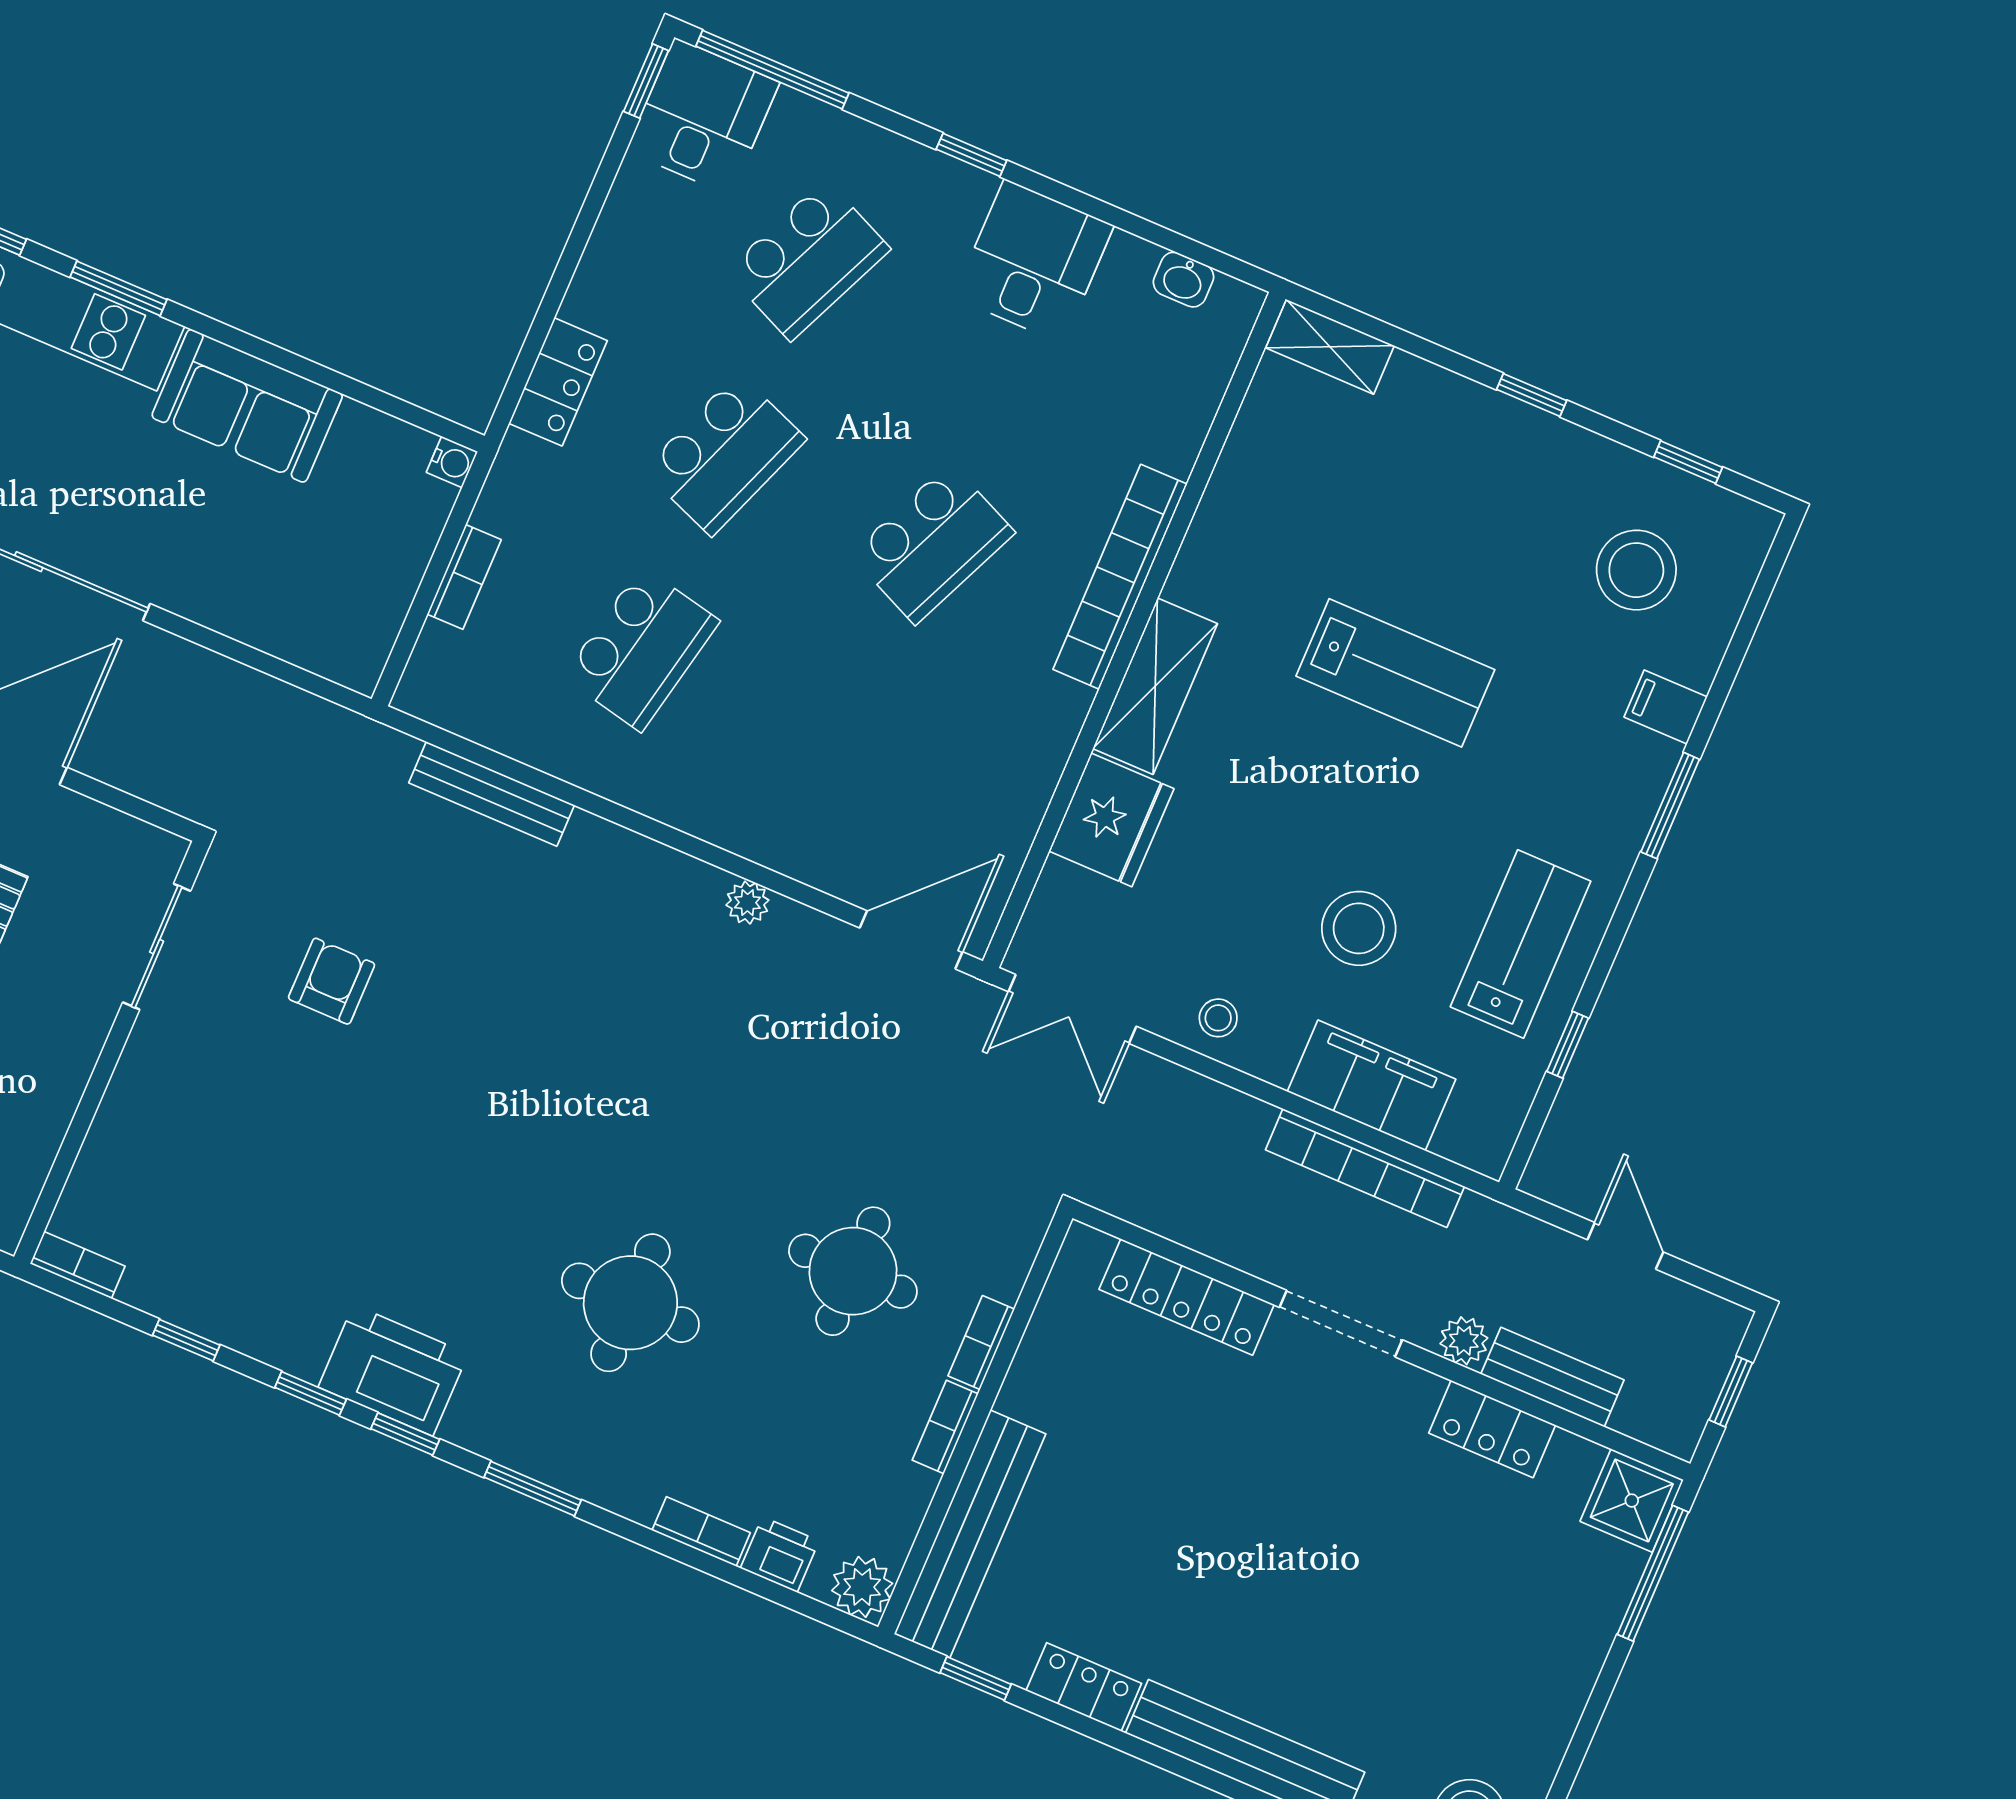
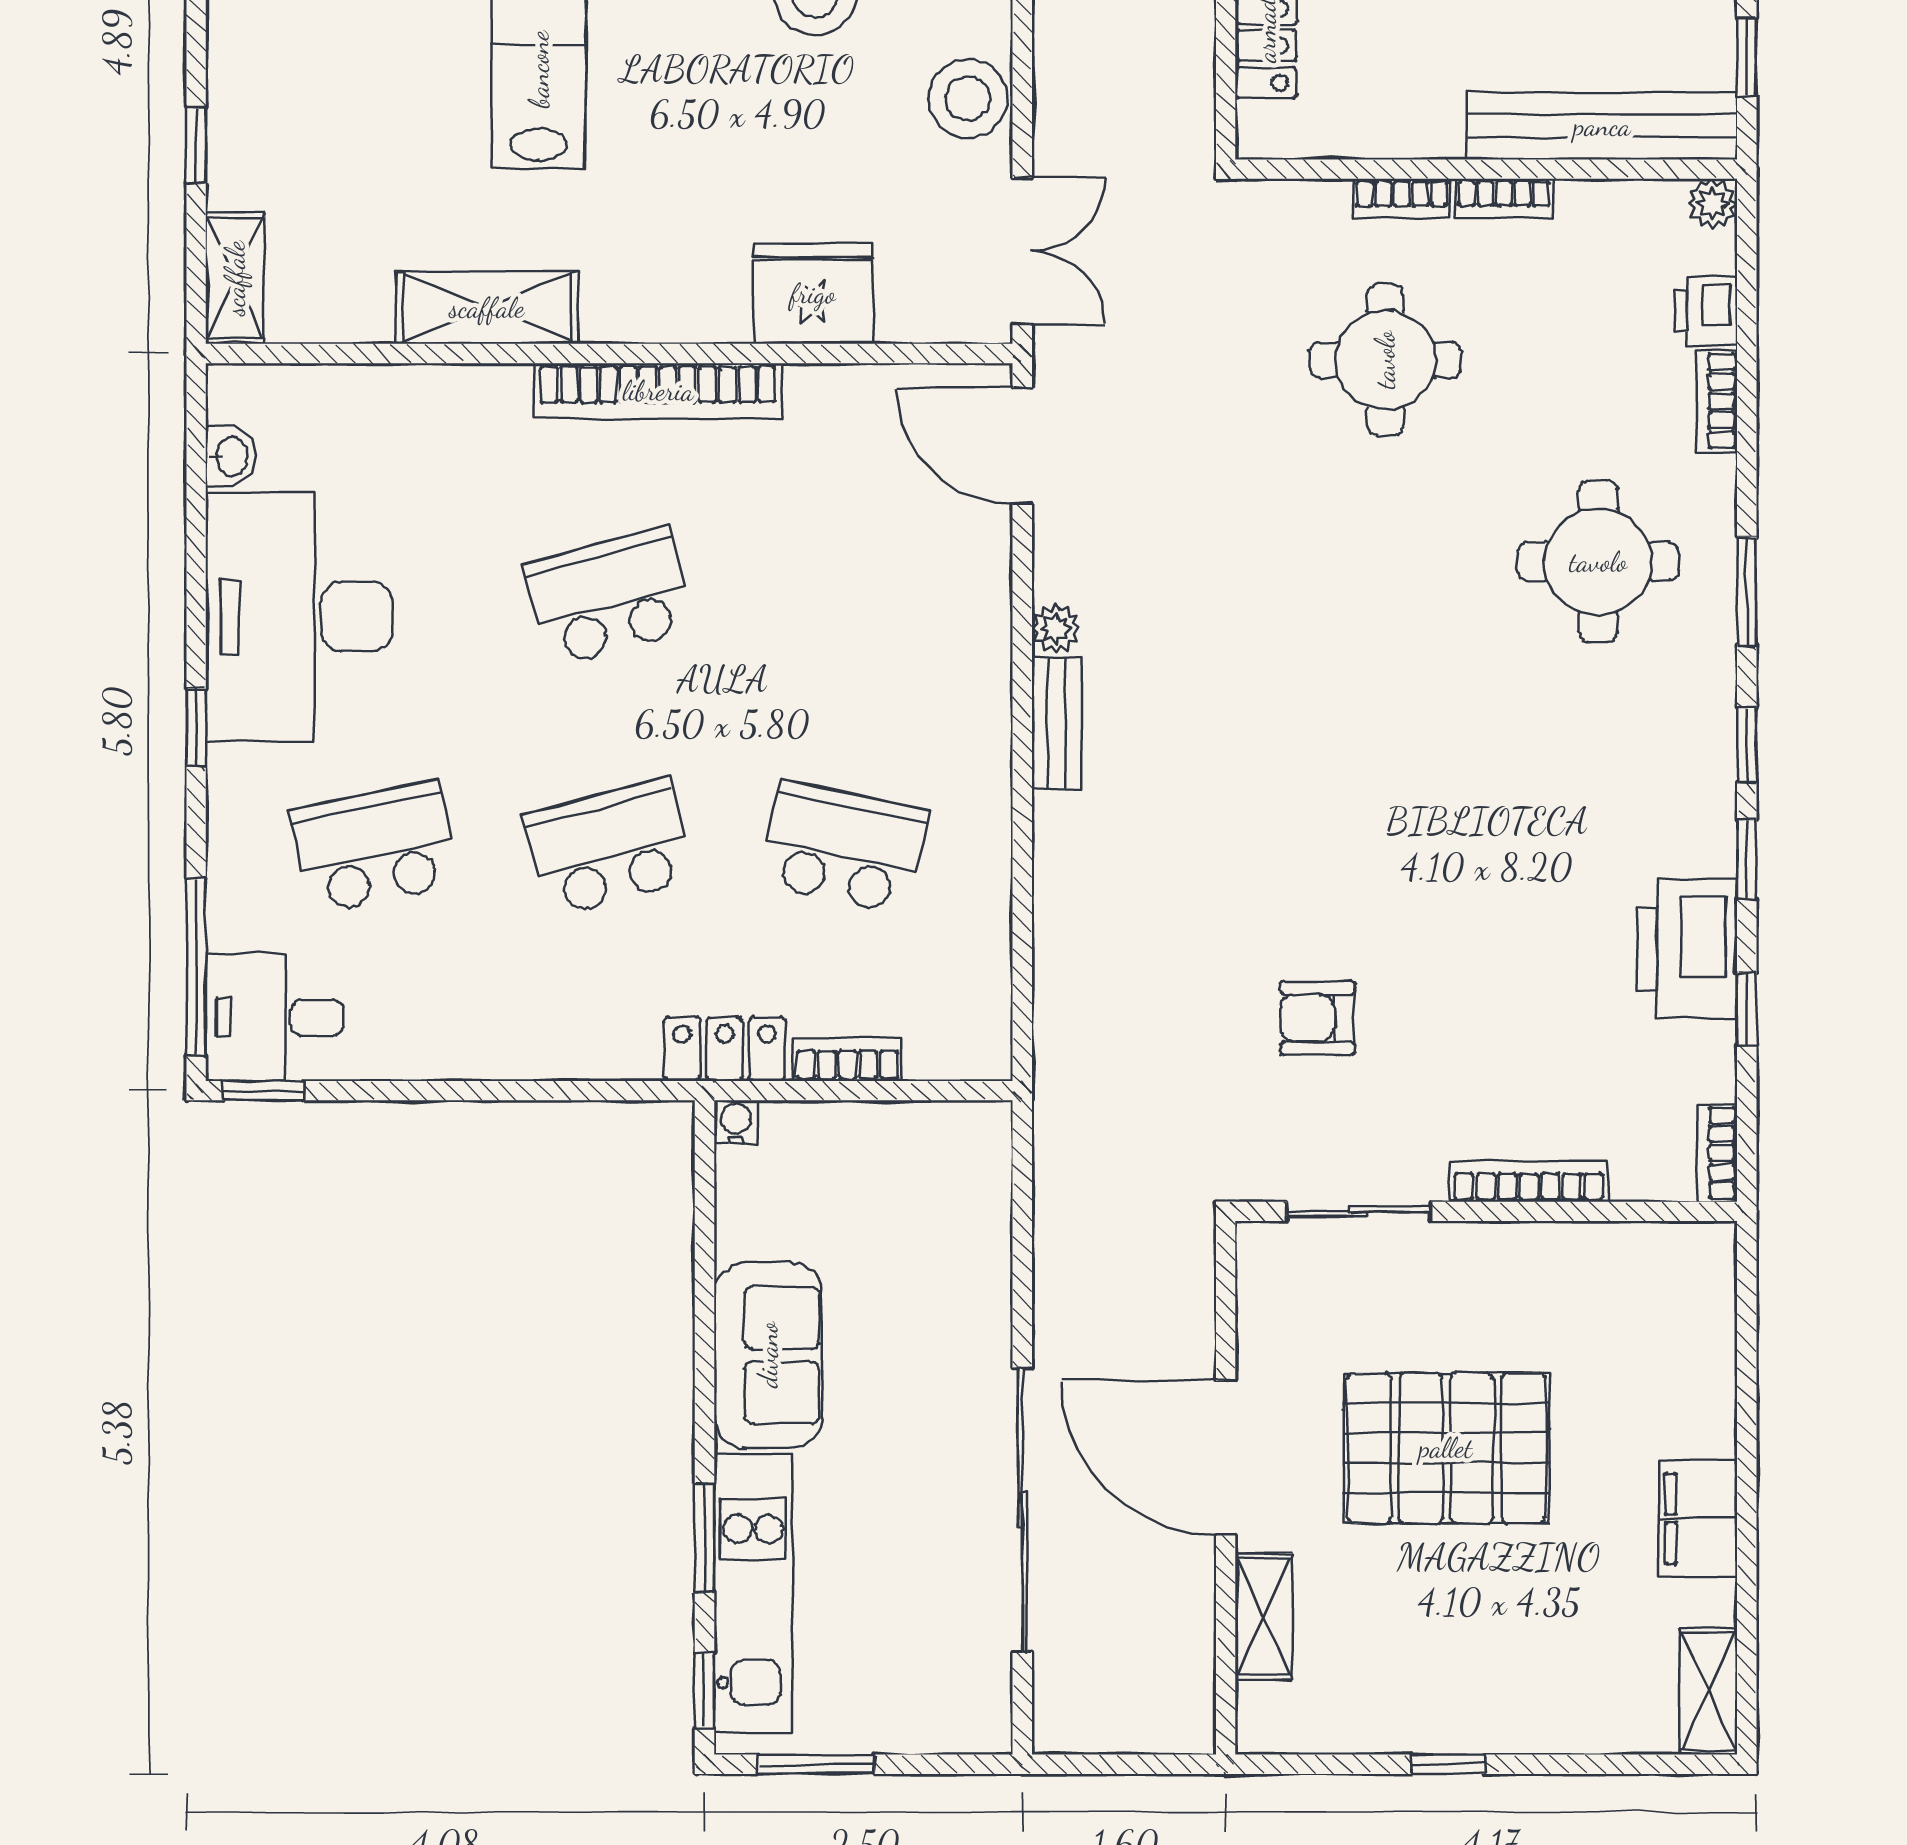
school desk: (808, 260) -> (375, 847), turned -36
desk: (1034, 262) -> (299, 617), width x1.87, depth x1.30
locker: (558, 382) -> (725, 1049), moved
window: (1532, 395) -> (196, 145), moved
school desk: (725, 455) -> (609, 847), turned -36
school desk: (933, 544) -> (609, 597), turned -39
bookcase: (1120, 577) -> (658, 391), moved
shelving: (1155, 686) -> (487, 308), moved
bench: (492, 794) -> (1057, 723), moved, width x0.73
stool: (1218, 1018) -> (968, 98), width x1.89, depth x1.89
bookcase: (121, 1098) -> (1529, 1182), added
round table: (630, 1303) -> (1598, 562), moved
printer: (393, 1370) -> (1687, 949), moved
plant: (862, 1587) -> (1712, 204), width x0.73, depth x0.73

